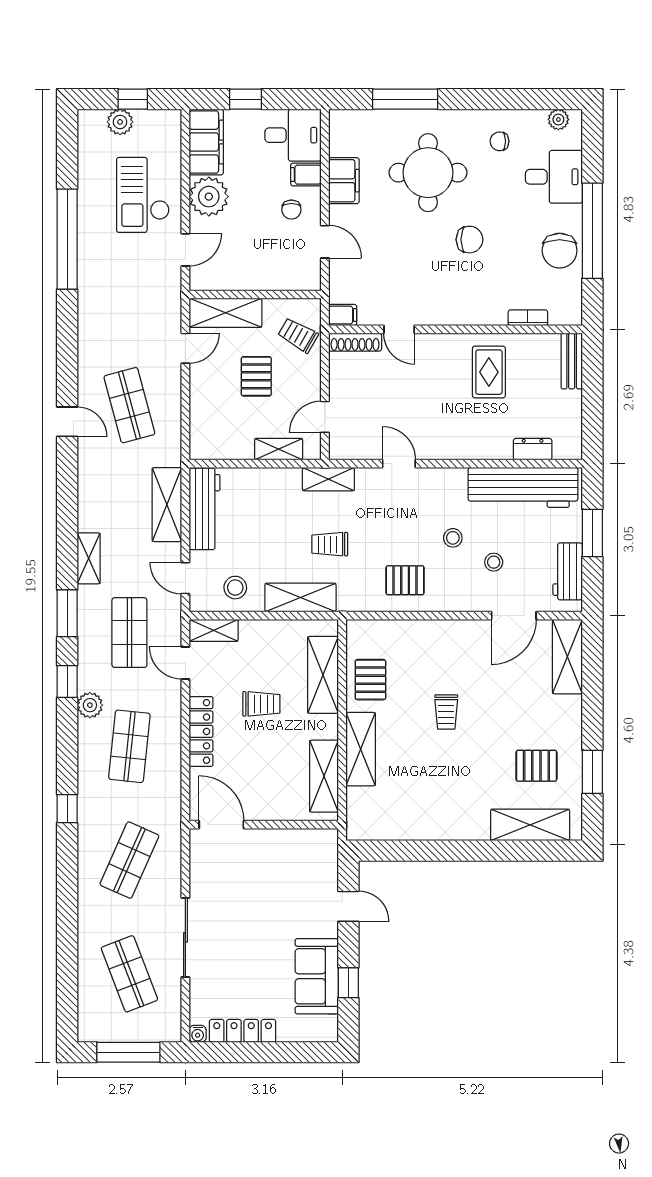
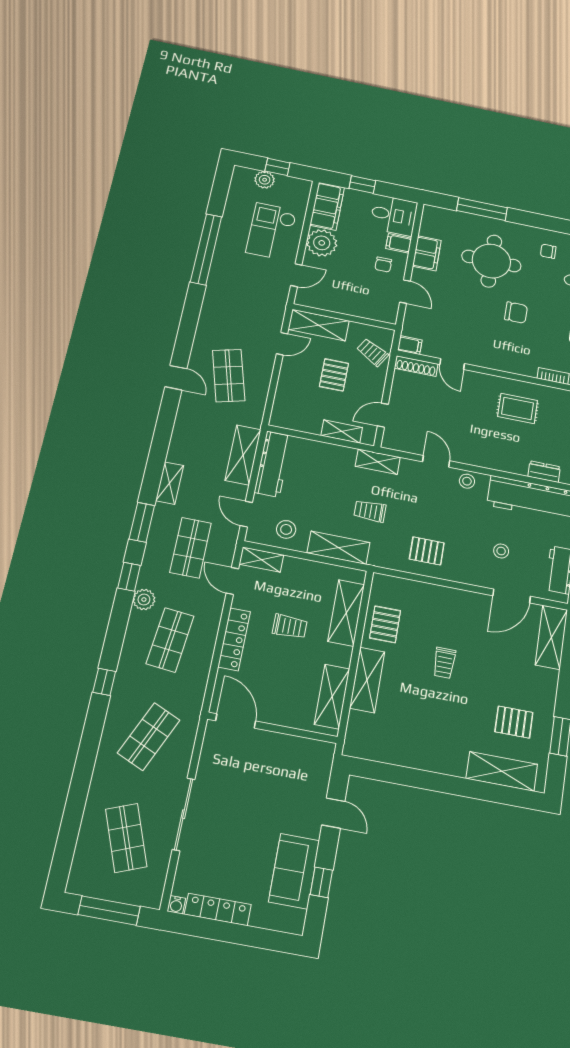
rug: (489, 372) -> (518, 408), turned 90
stool: (453, 538) -> (467, 481), moved

